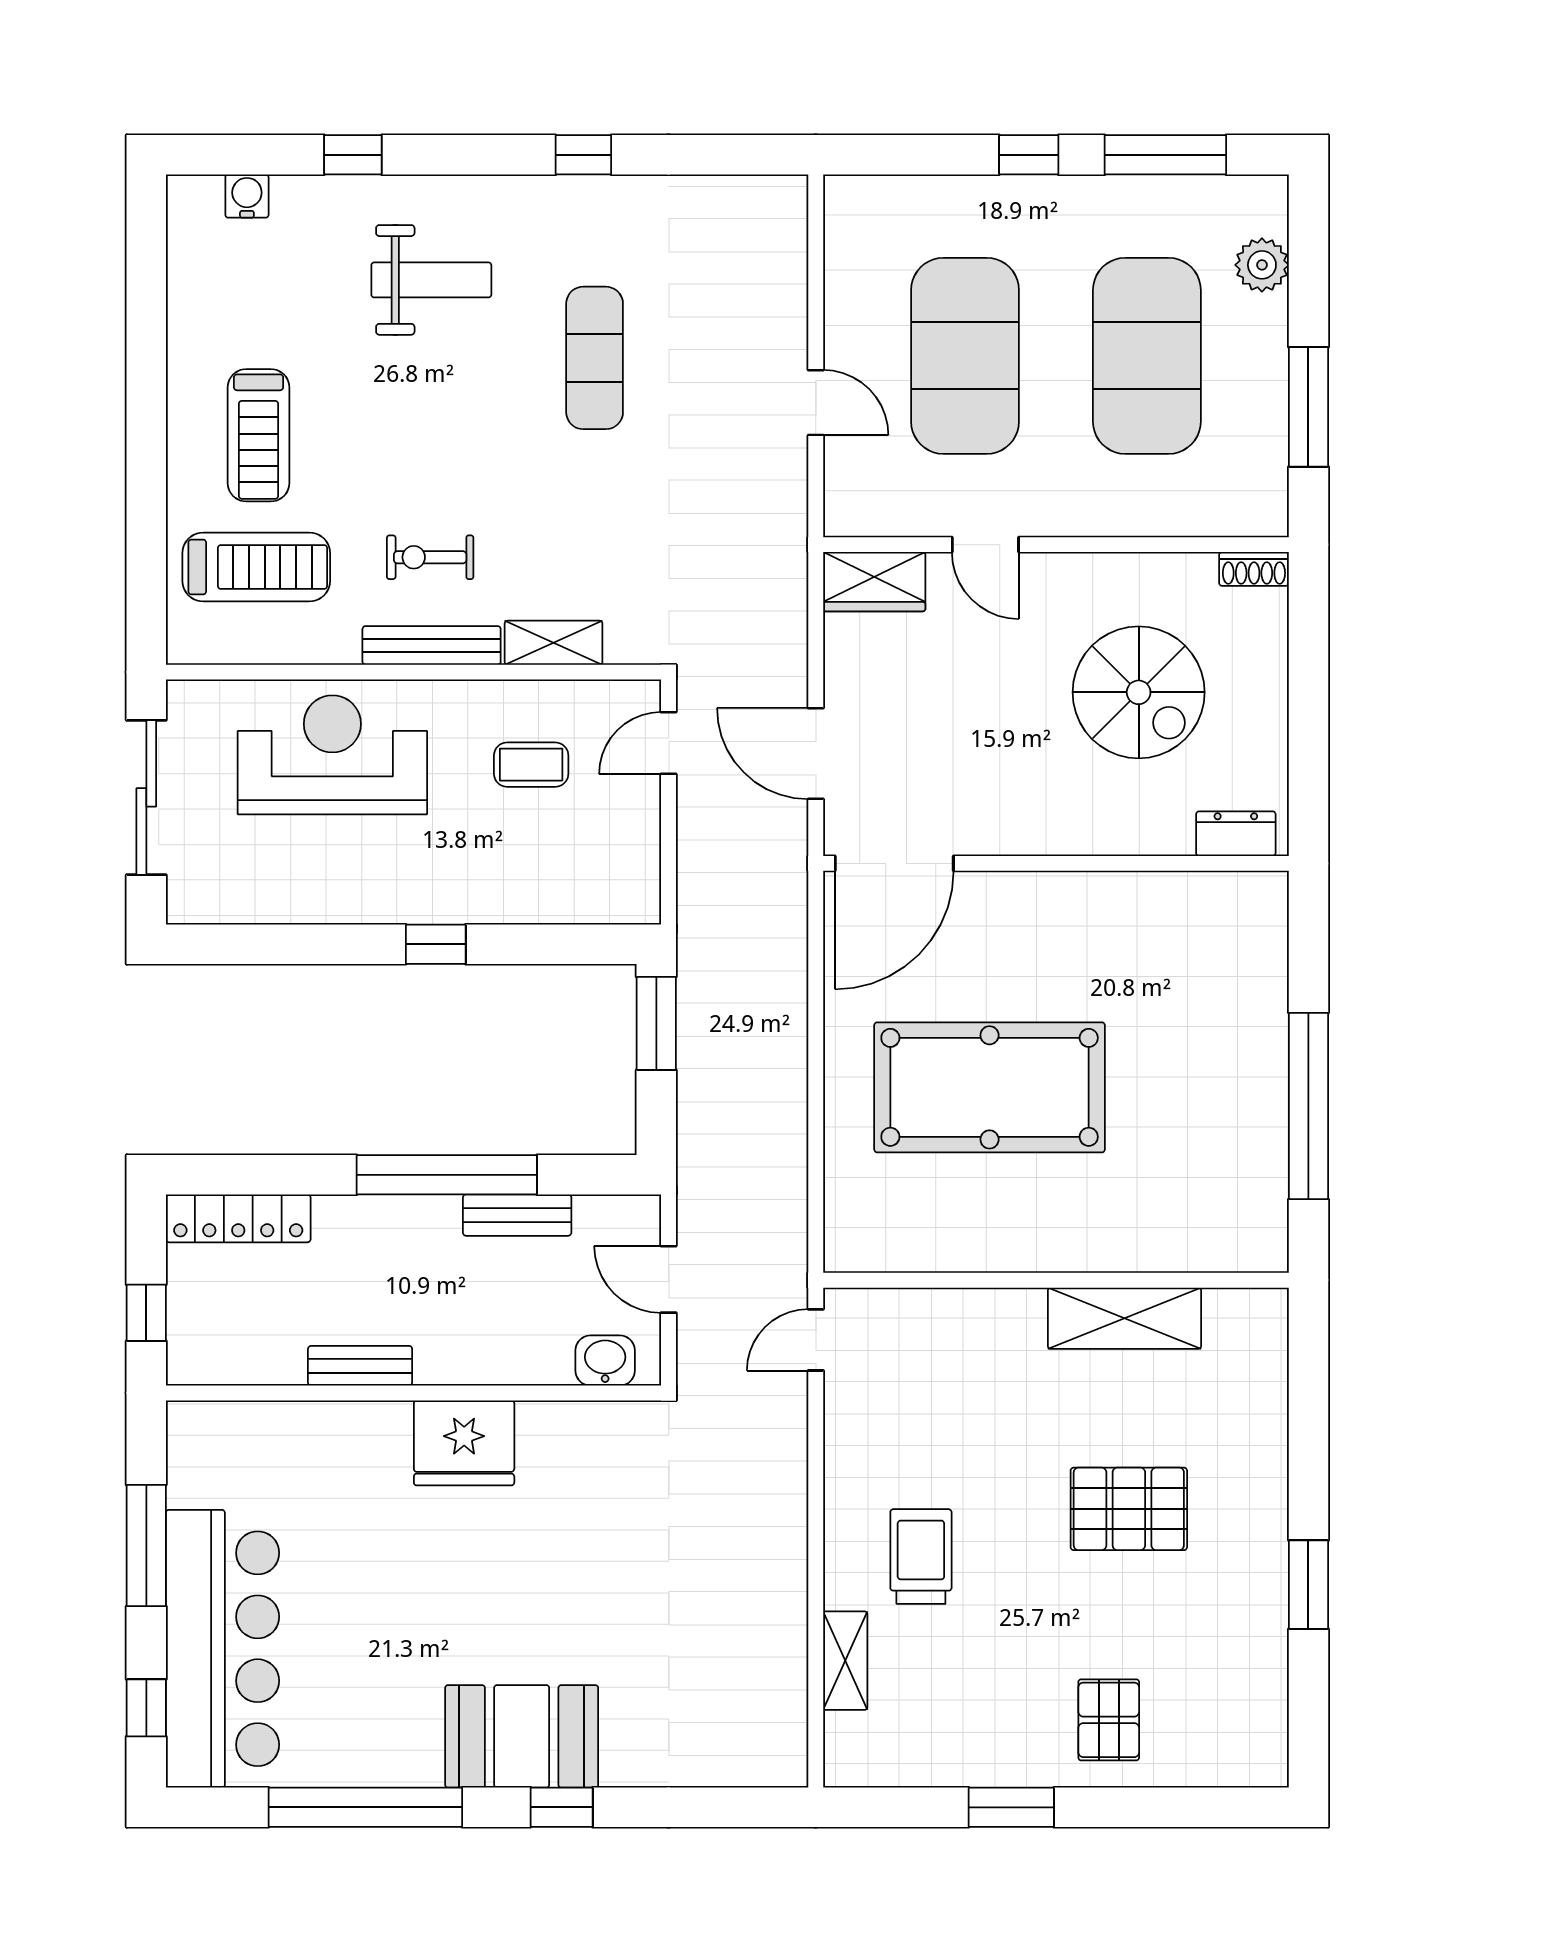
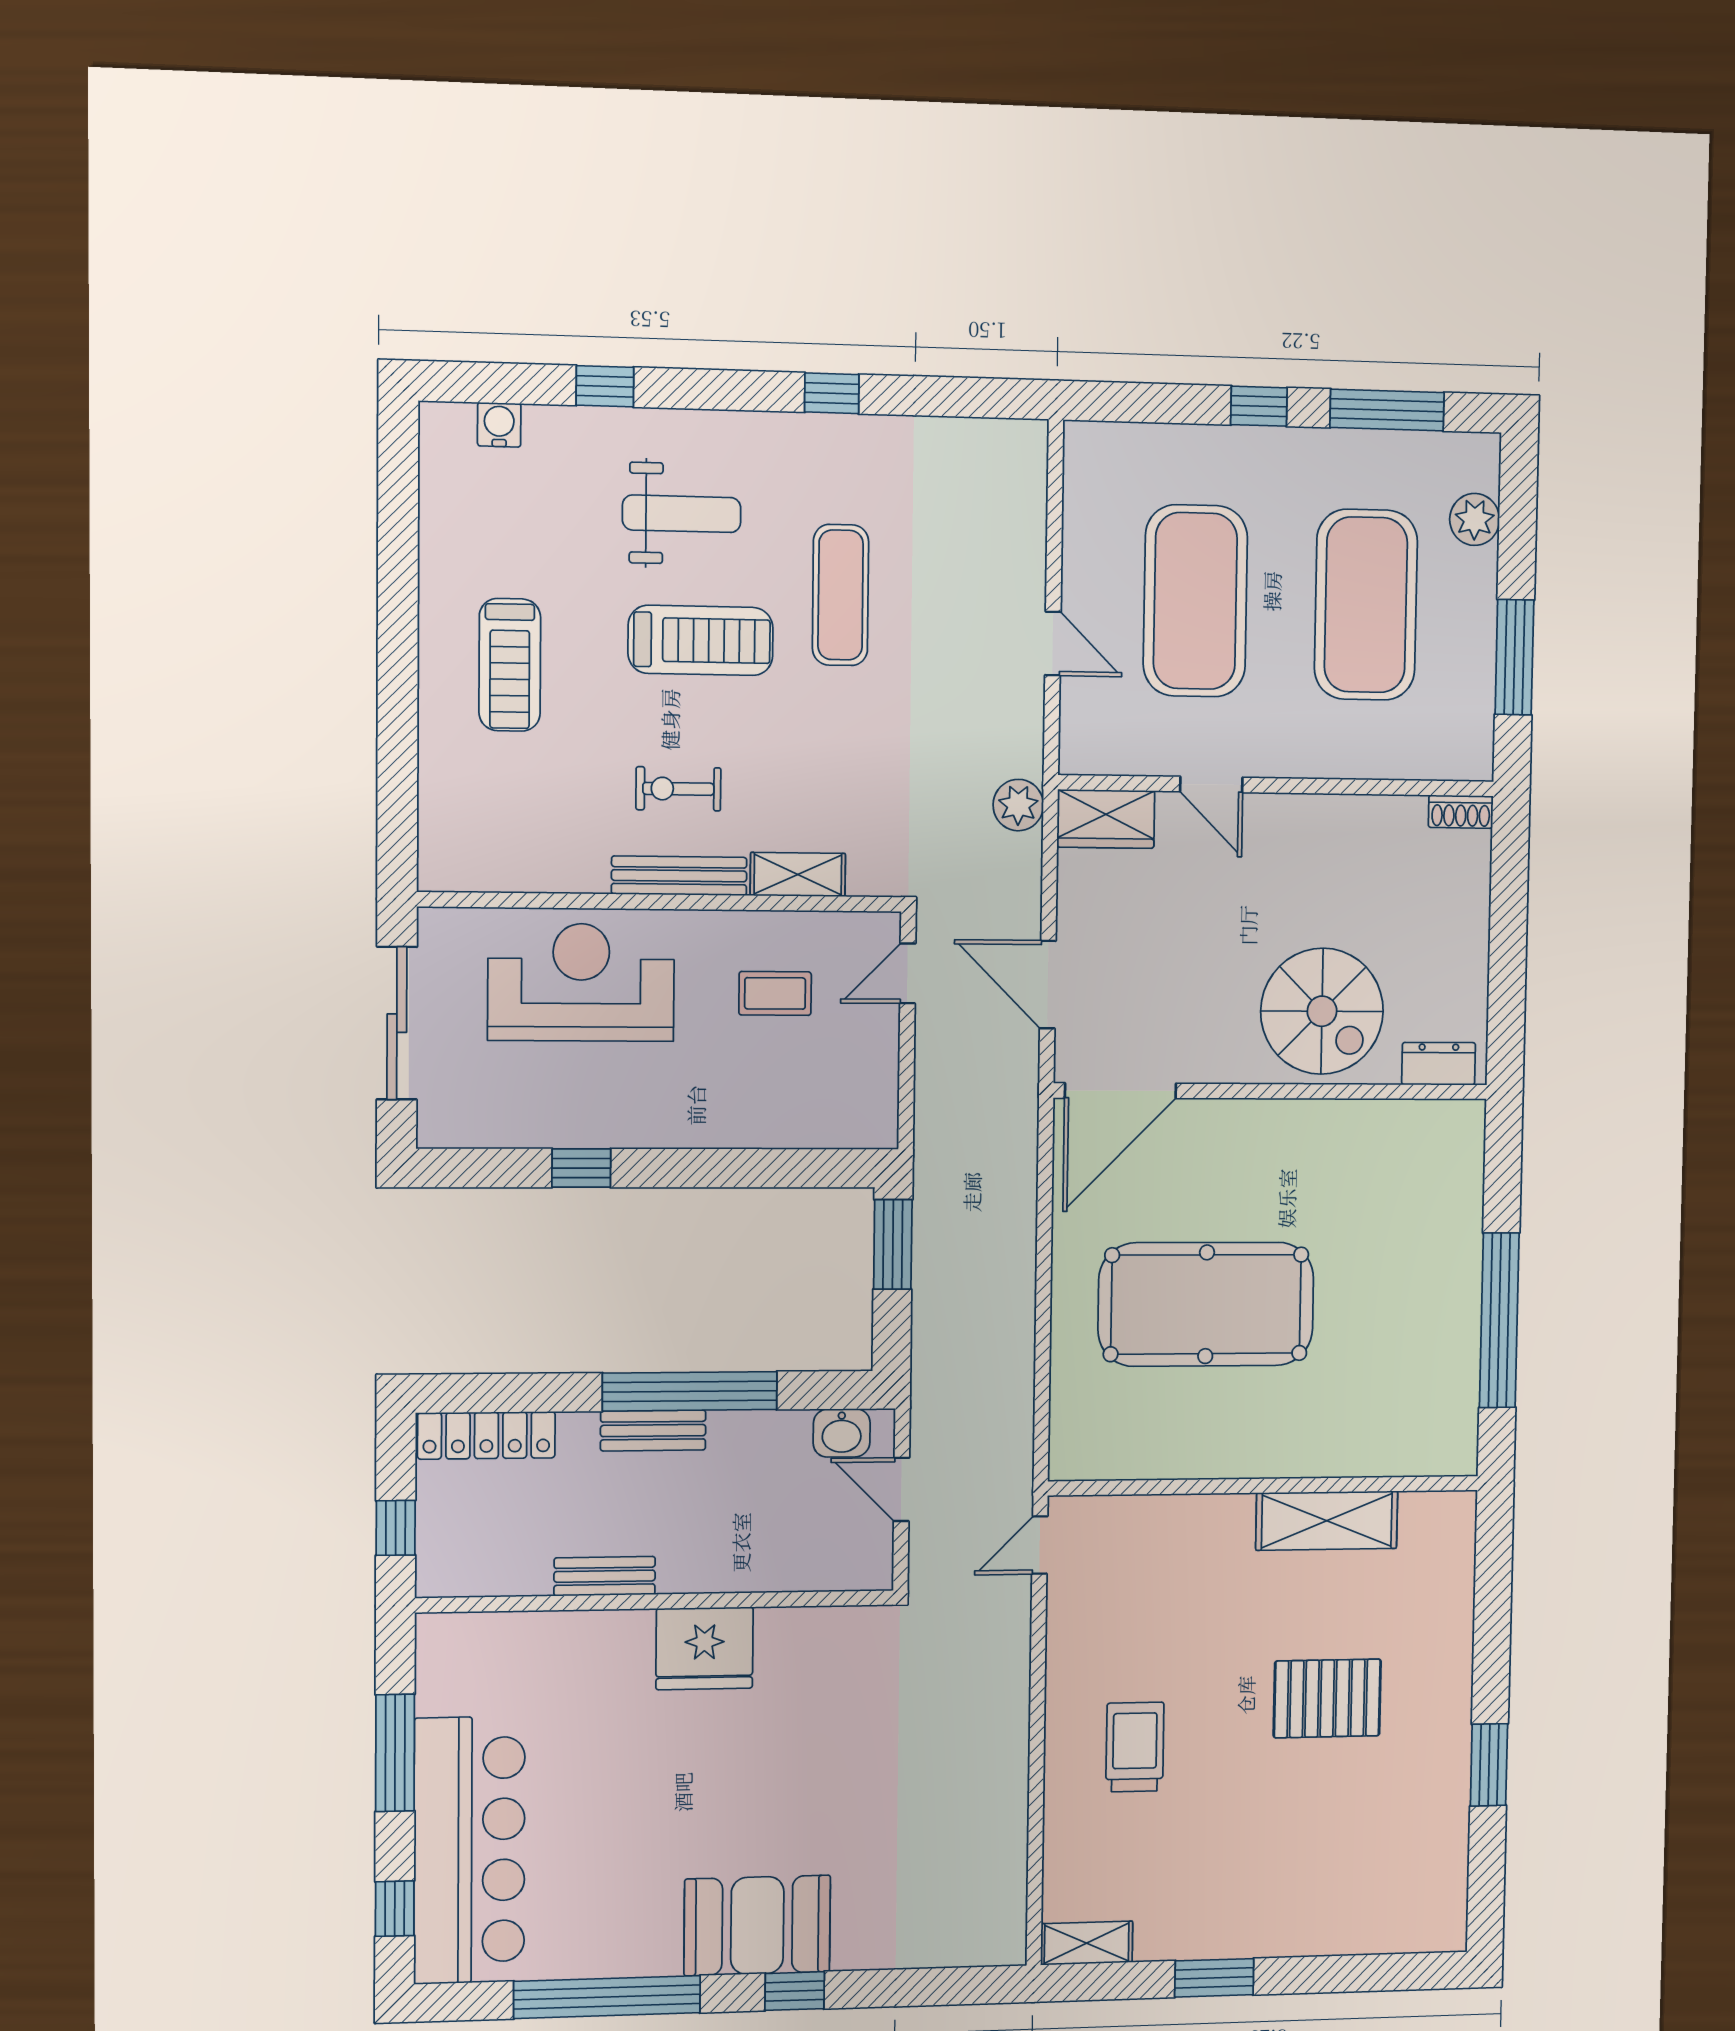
treadmill: (256, 567) -> (701, 640), moved
plant: (782, 569) -> (1018, 805), added
spiral stairs: (1139, 692) -> (1322, 1011), moved
window: (436, 944) -> (581, 1168), moved
bench: (517, 1215) -> (653, 1431), moved
washbasin: (605, 1361) -> (842, 1433), moved, turned 180
shelving: (845, 1661) -> (1087, 1943), moved, turned 90
pallet: (1109, 1720) -> (1305, 1894), removed

